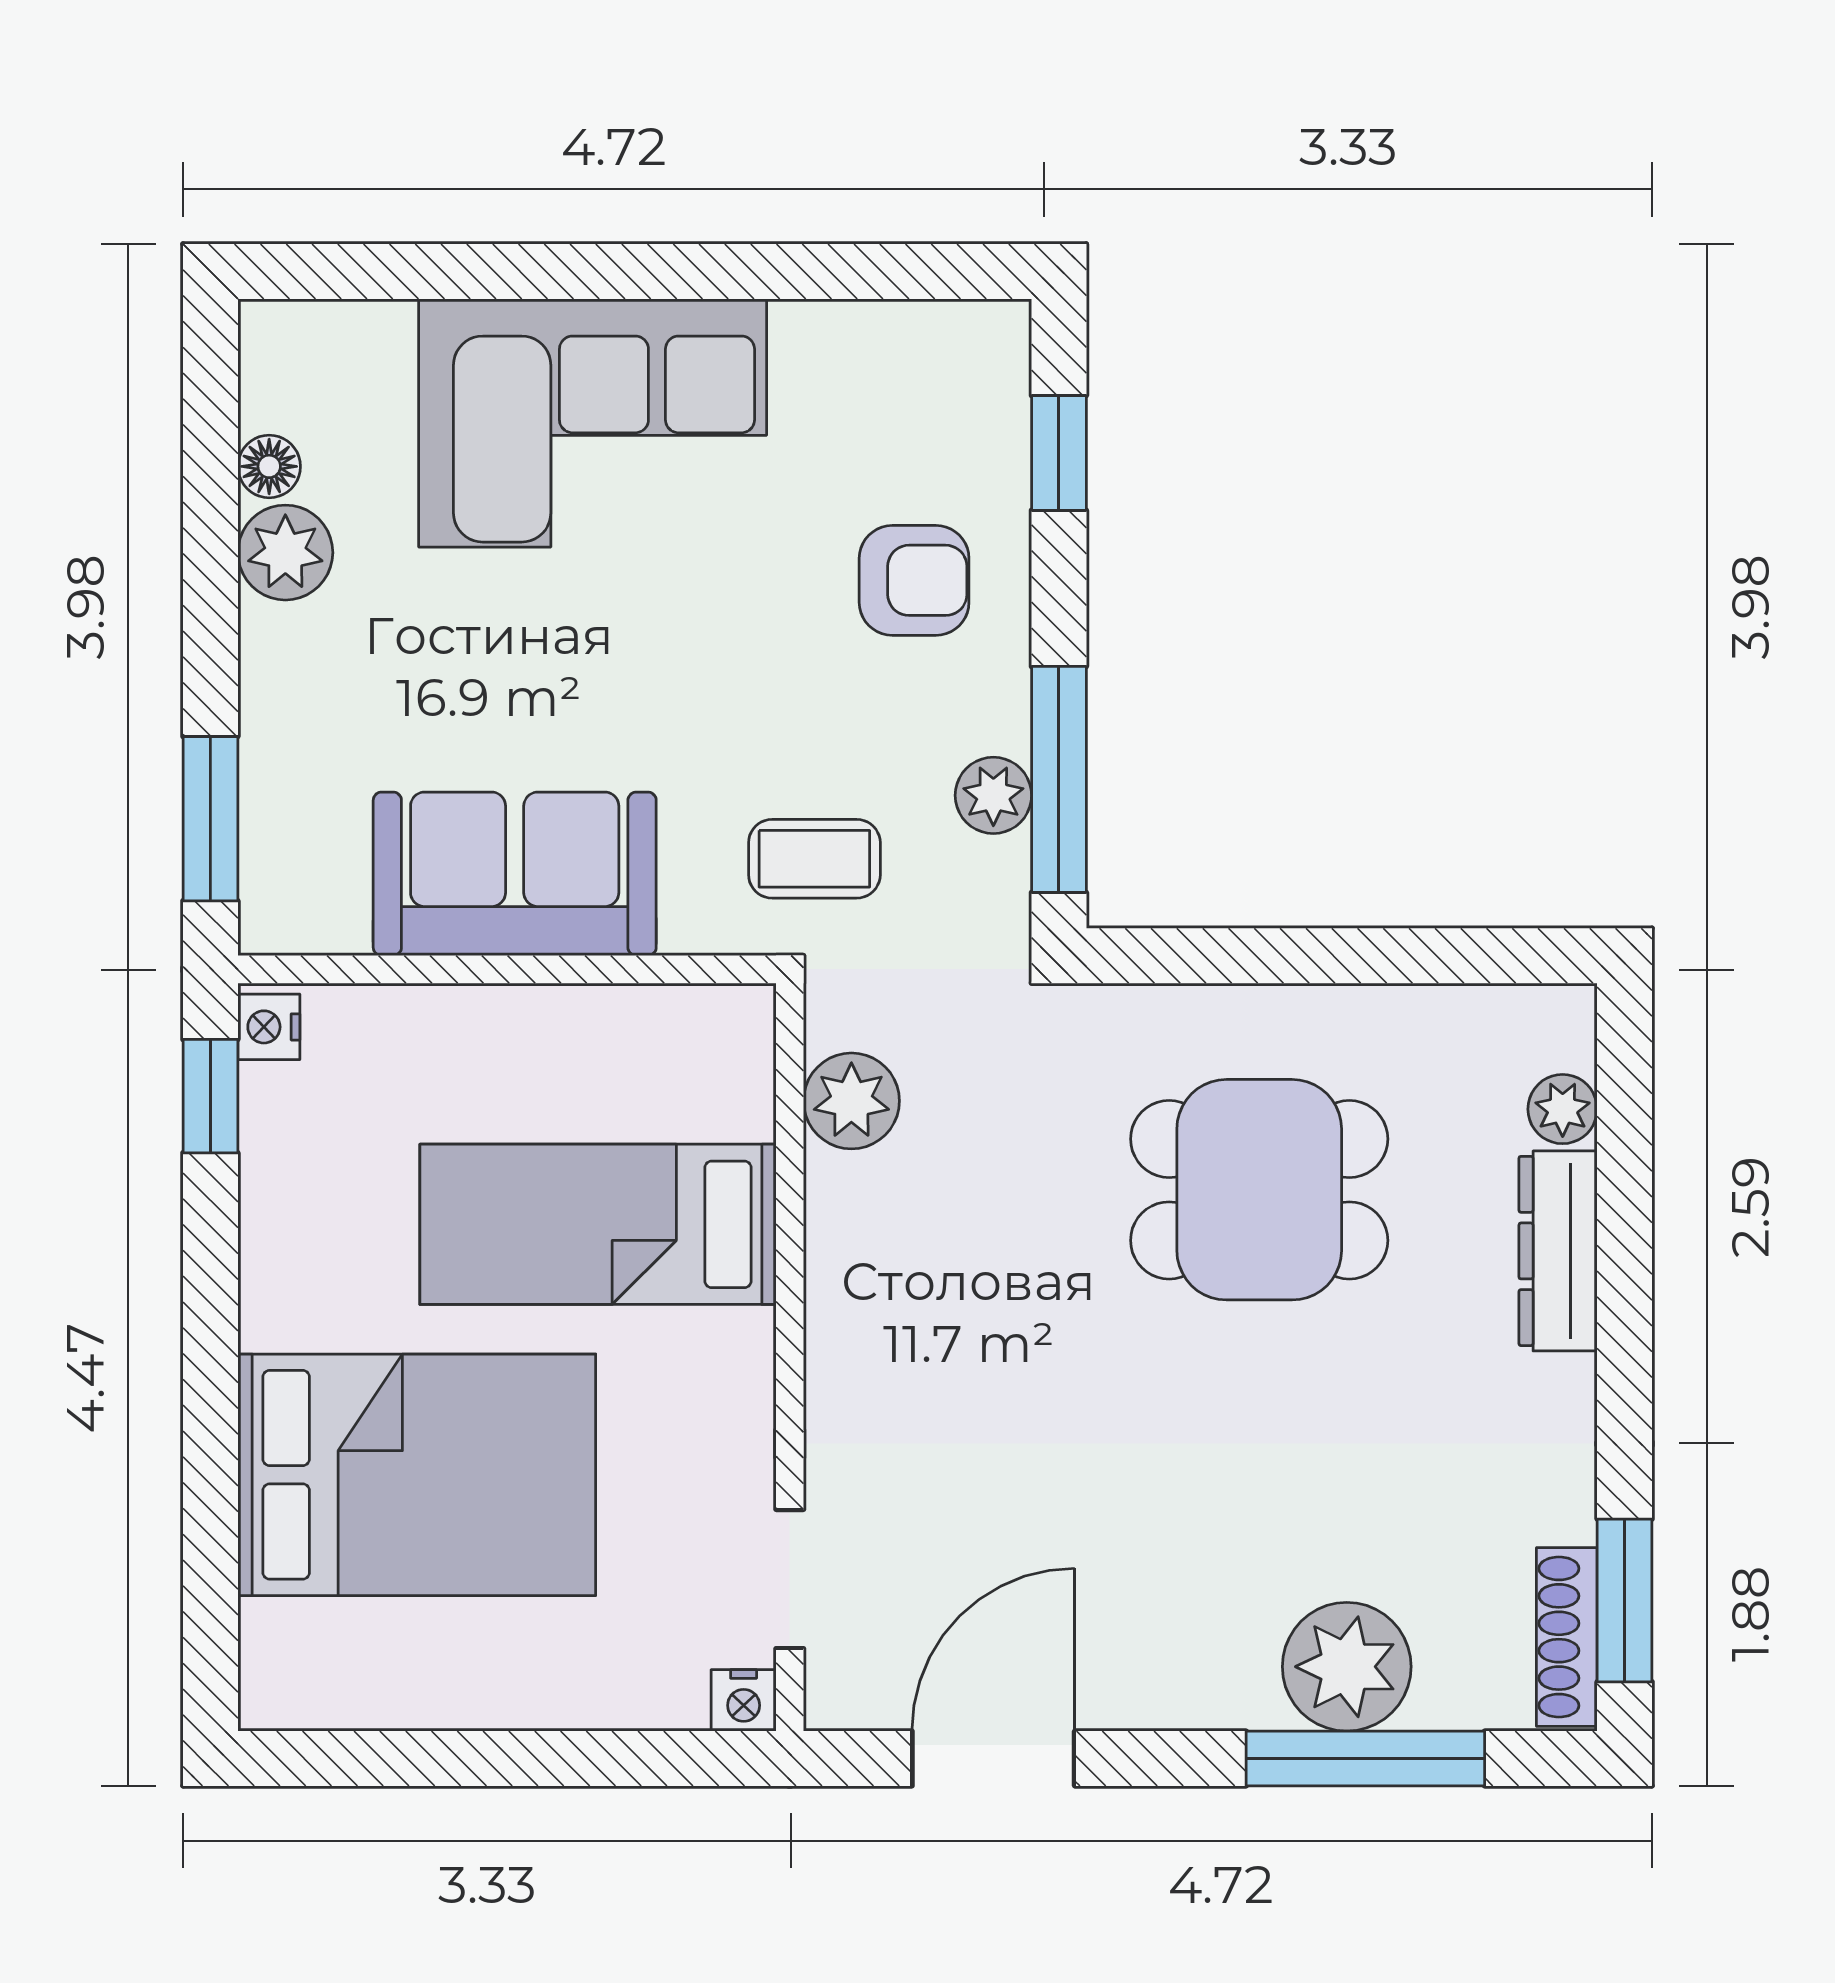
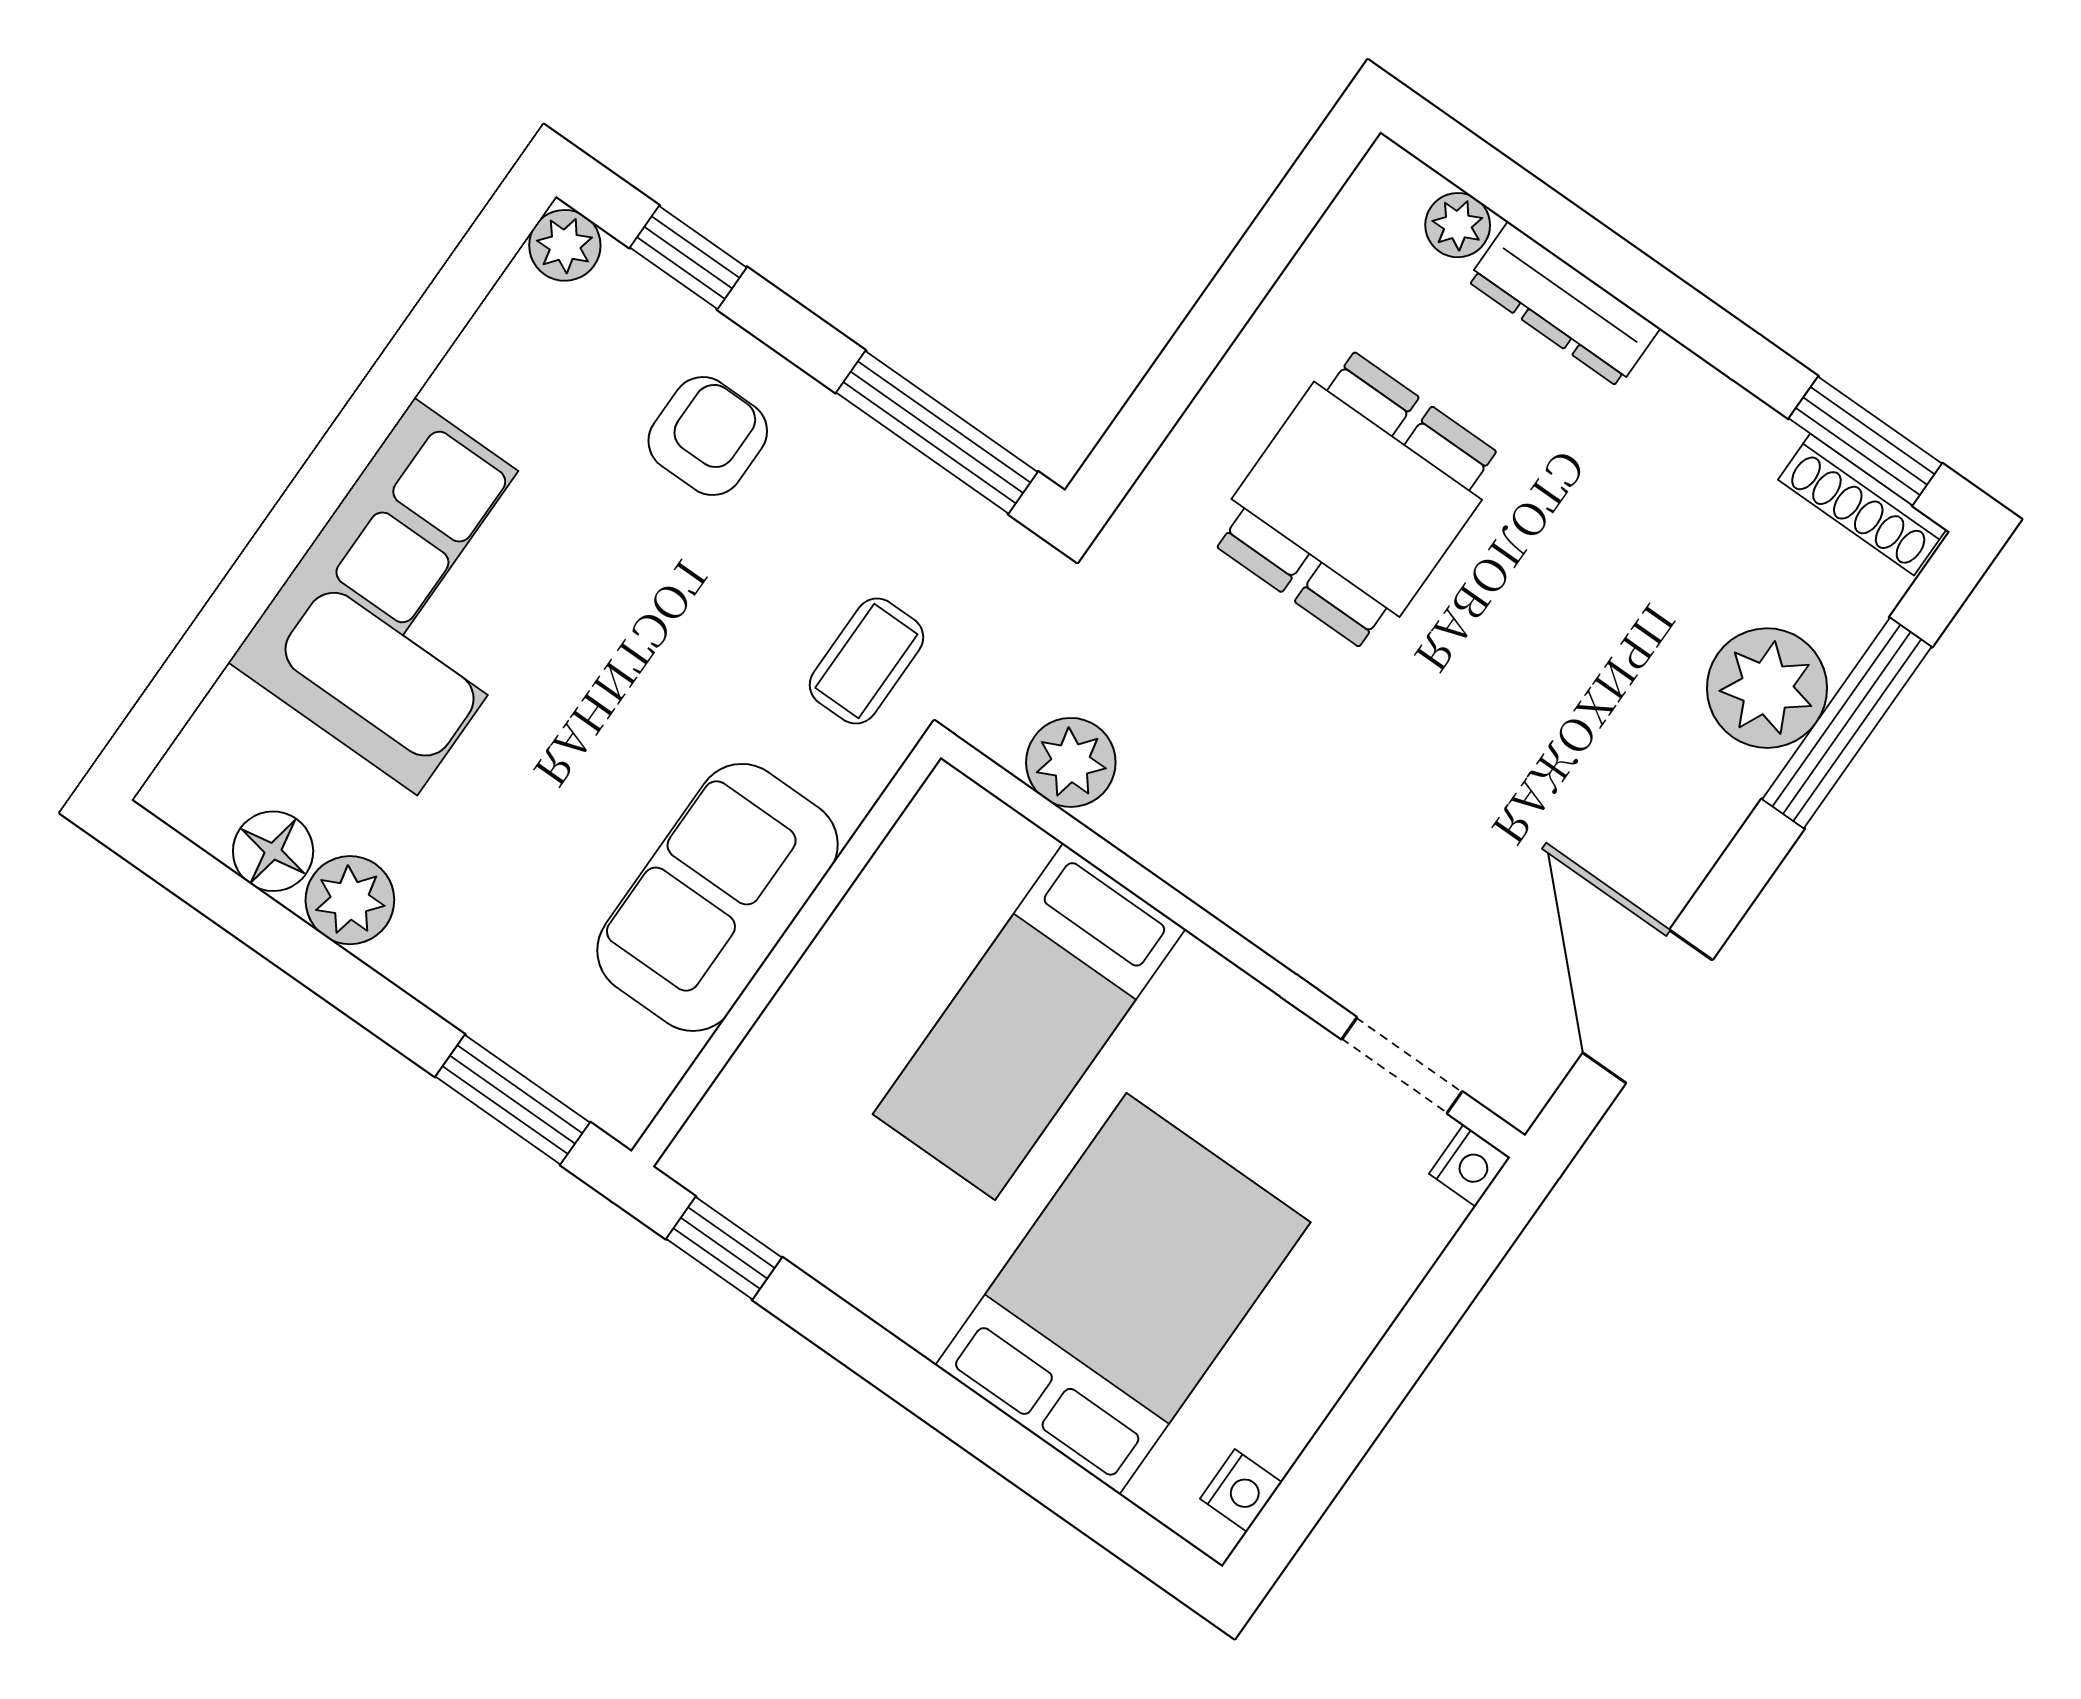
floor lamp: (269, 466) -> (273, 851), width x1.37, depth x1.37
plant: (993, 795) -> (565, 245), moved
nightstand: (269, 1027) -> (1241, 1491), moved, turned -90

